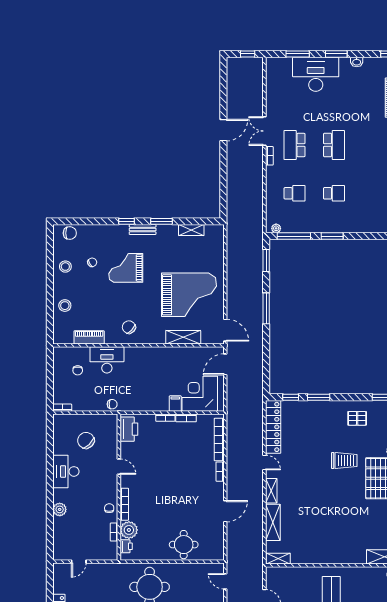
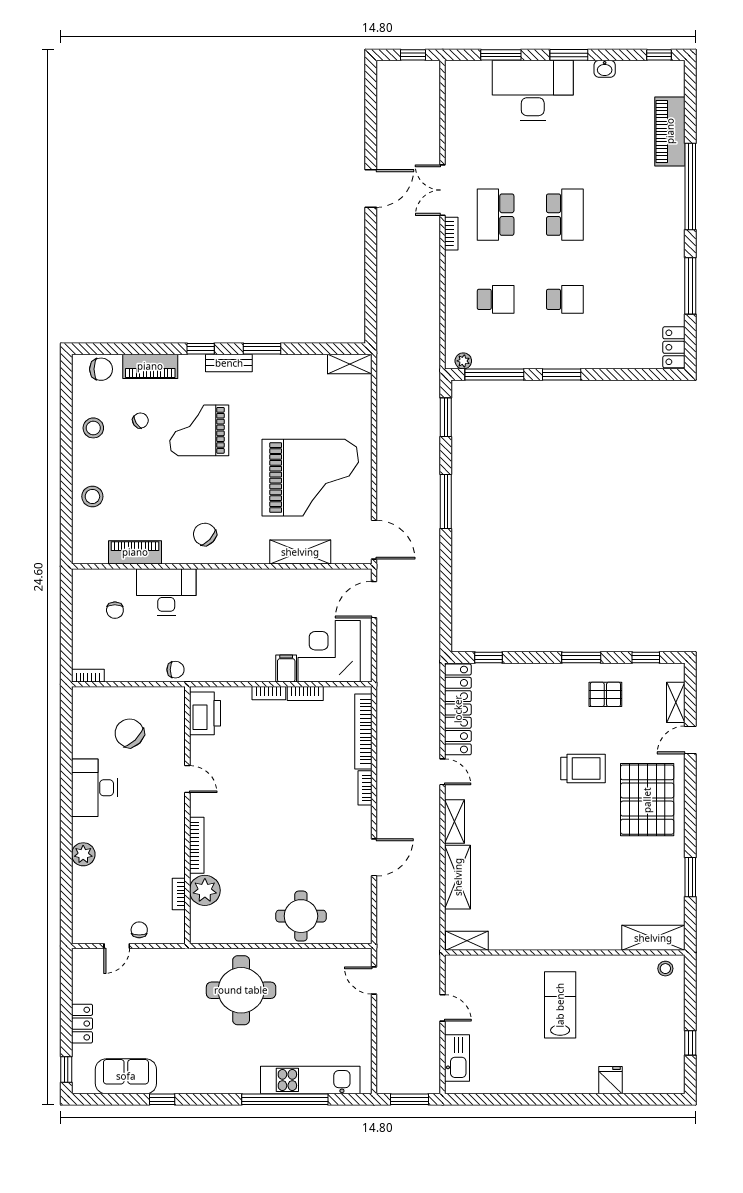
shelving: (191, 230) -> (350, 364), moved
piano: (98, 231) -> (150, 366), added
window: (319, 397) -> (581, 658), moved
chair: (109, 508) -> (139, 930), moved
printer: (126, 546) -> (200, 919), removed

